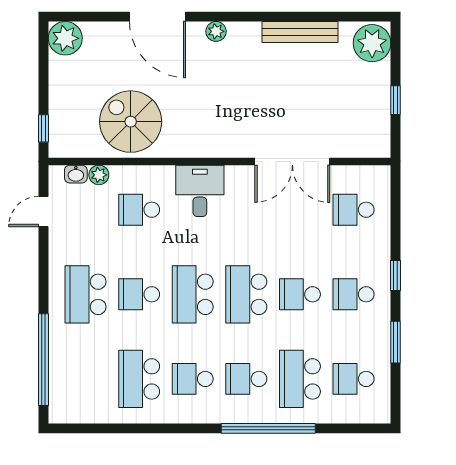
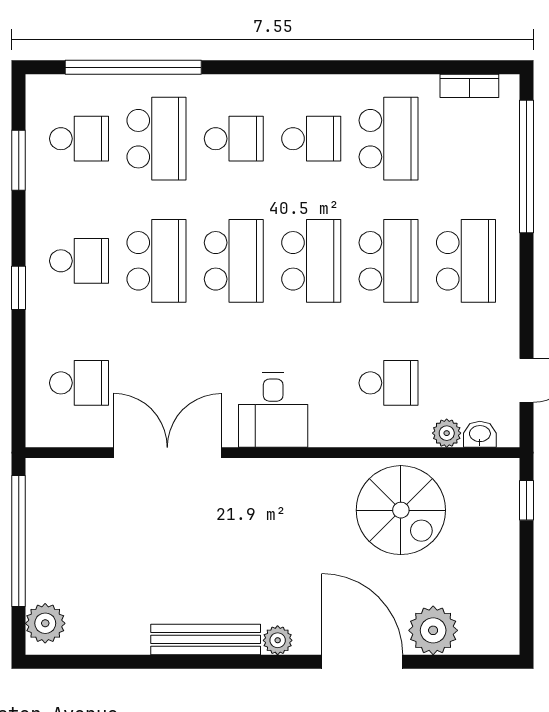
bench: (300, 32) -> (206, 639), moved
plant: (65, 38) -> (433, 630), moved
plant: (372, 43) -> (45, 623), width x0.73, depth x0.73
window: (396, 100) -> (19, 541), width x3.17
desk: (200, 191) -> (273, 410), moved
school desk: (139, 294) -> (389, 261), width x1.85
school desk: (300, 294) -> (156, 261), width x1.85
window: (396, 342) -> (19, 160), moved
bookcase: (83, 416) -> (469, 86), added
window: (268, 428) -> (133, 67), moved

